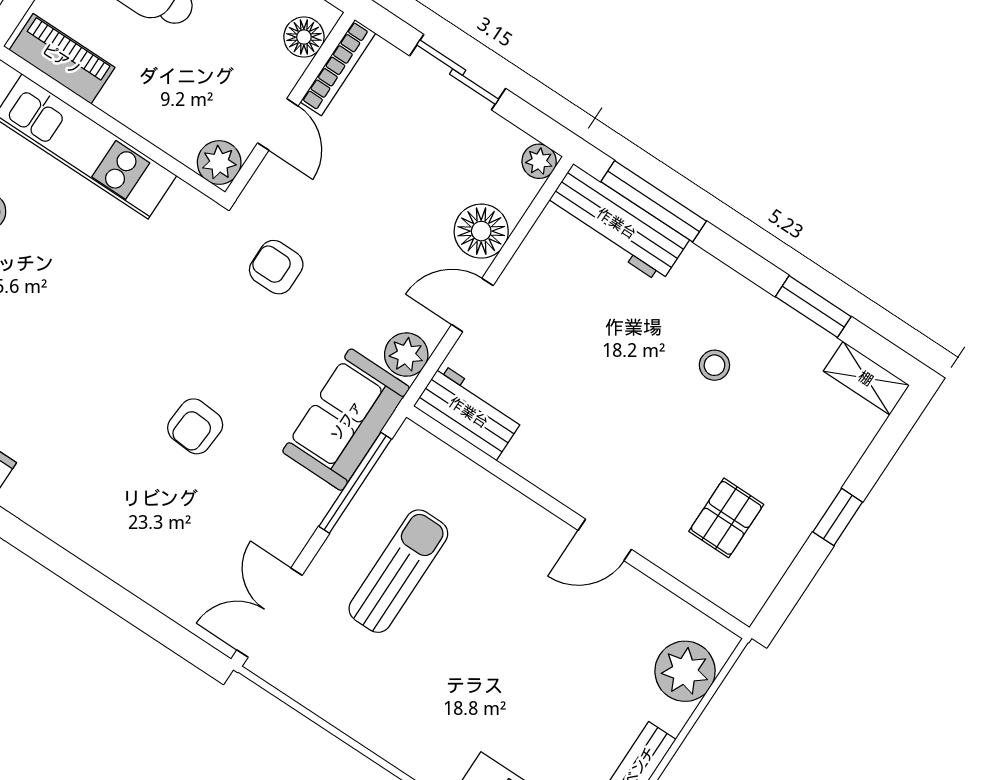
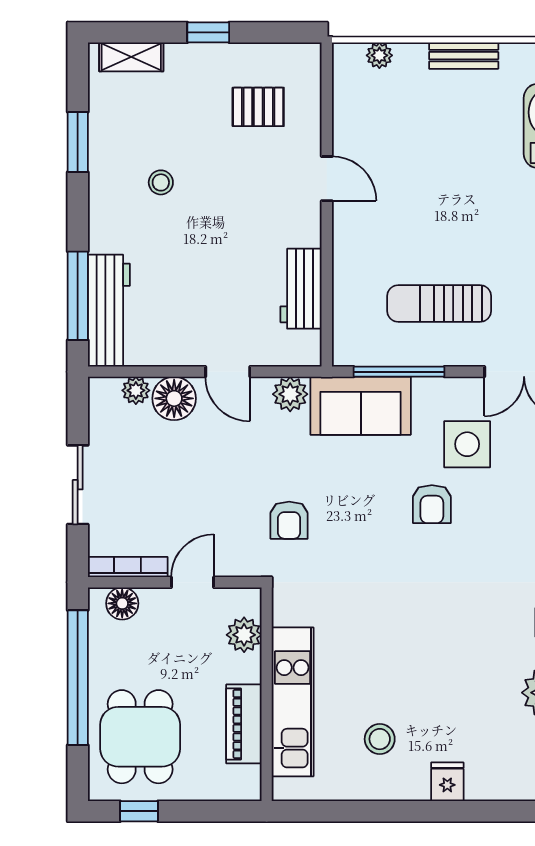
piano: (62, 59) -> (244, 724), moved
plant: (539, 161) -> (136, 390), moved
plant: (219, 162) -> (244, 635), moved
shelving: (866, 378) -> (131, 57), moved, turned 90
workbench: (469, 412) -> (301, 289), moved
armchair: (195, 426) -> (432, 504), turned 86
side table: (233, 504) -> (467, 444), added
plant: (685, 671) -> (379, 55), width x0.53, depth x0.53

